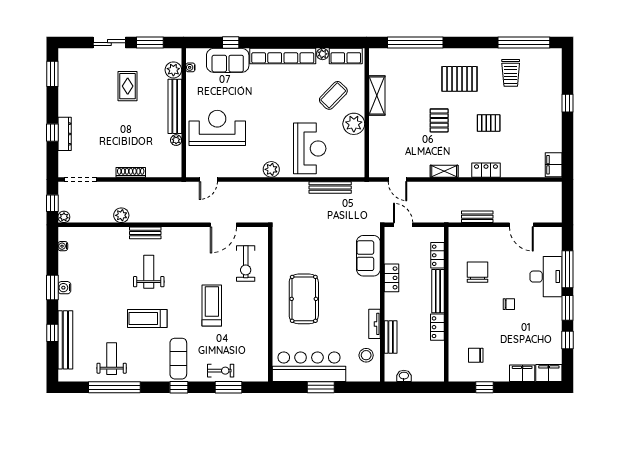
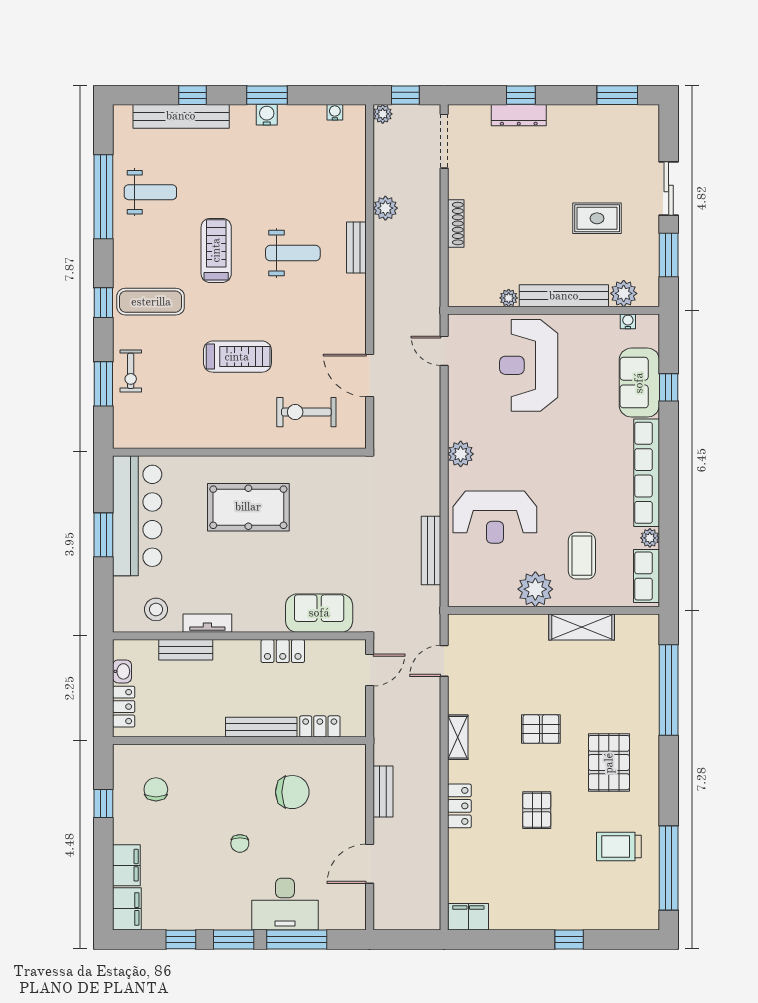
coffee table: (333, 95) -> (582, 556), turned 46
reception desk: (217, 128) -> (529, 365), turned 180
locker: (437, 327) -> (124, 707), moved, turned 90

